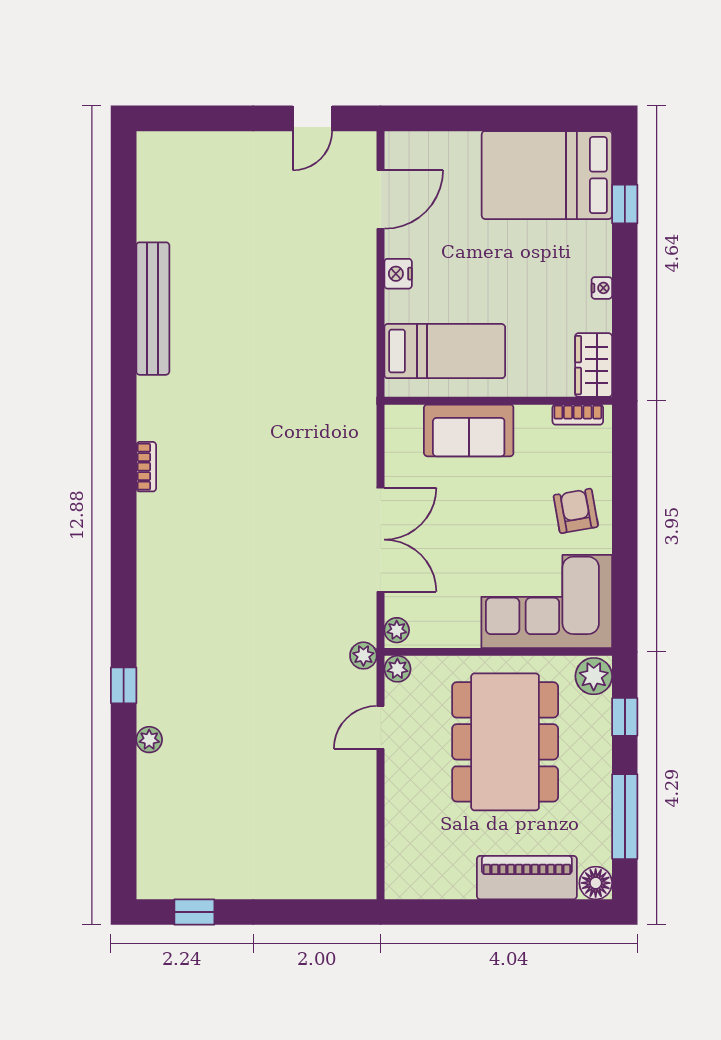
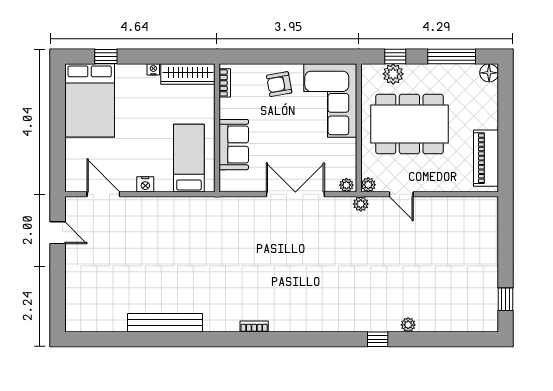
wardrobe: (594, 365) -> (188, 74), width x1.50
plant: (594, 676) -> (393, 74), moved
piano: (527, 878) -> (486, 158), moved

